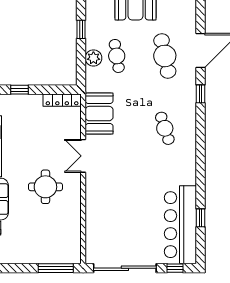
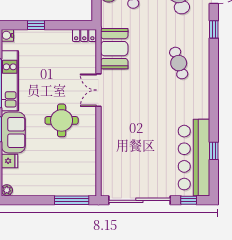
locker: (62, 100) -> (84, 35), width x0.66

